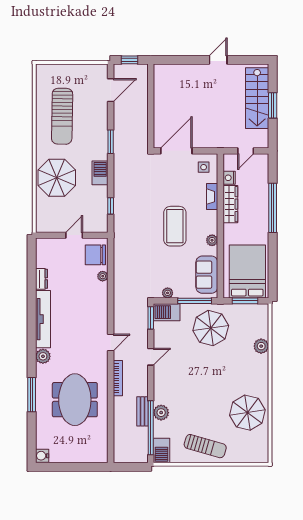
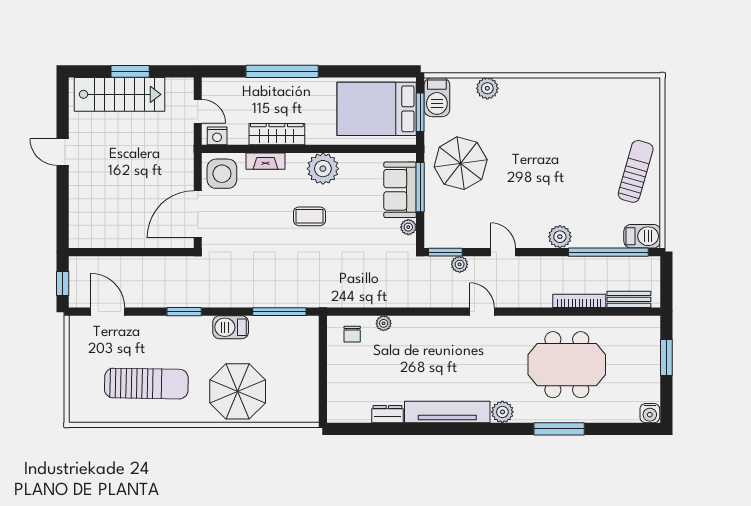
door: (176, 151) -> (198, 214), hinge flipped
side table: (204, 167) -> (222, 174), width x1.87, depth x1.87
nightstand: (229, 178) -> (217, 136), moved
window: (111, 206) -> (279, 312), width x2.17
coffee table: (175, 226) -> (309, 216), width x0.54, depth x0.58
door: (74, 235) -> (323, 366), removed
plant: (212, 240) -> (323, 169), width x1.87, depth x1.87
chair: (95, 255) -> (352, 334), width x0.54, depth x0.54
sofa: (207, 275) -> (400, 190), moved, turned 90
barbecue: (167, 312) -> (437, 97), moved
plant: (142, 327) -> (460, 264), added
bookcase: (118, 378) -> (579, 301), moved
bench: (142, 411) -> (629, 299), moved
plant: (161, 413) -> (560, 237), moved
parasol: (247, 413) -> (586, 109), removed
window: (80, 467) -> (666, 358), added

